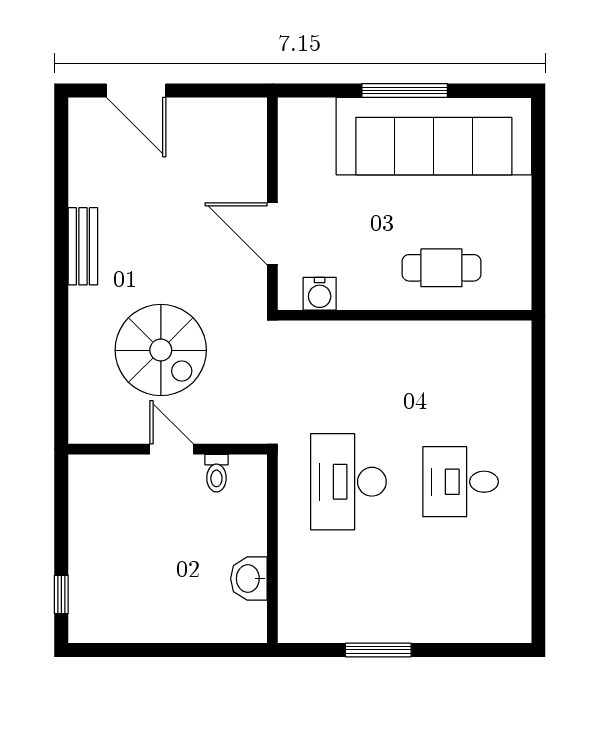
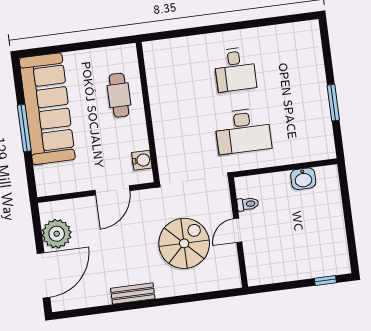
door: (136, 90) -> (43, 275), width x1.36
plant: (208, 124) -> (57, 234), added

